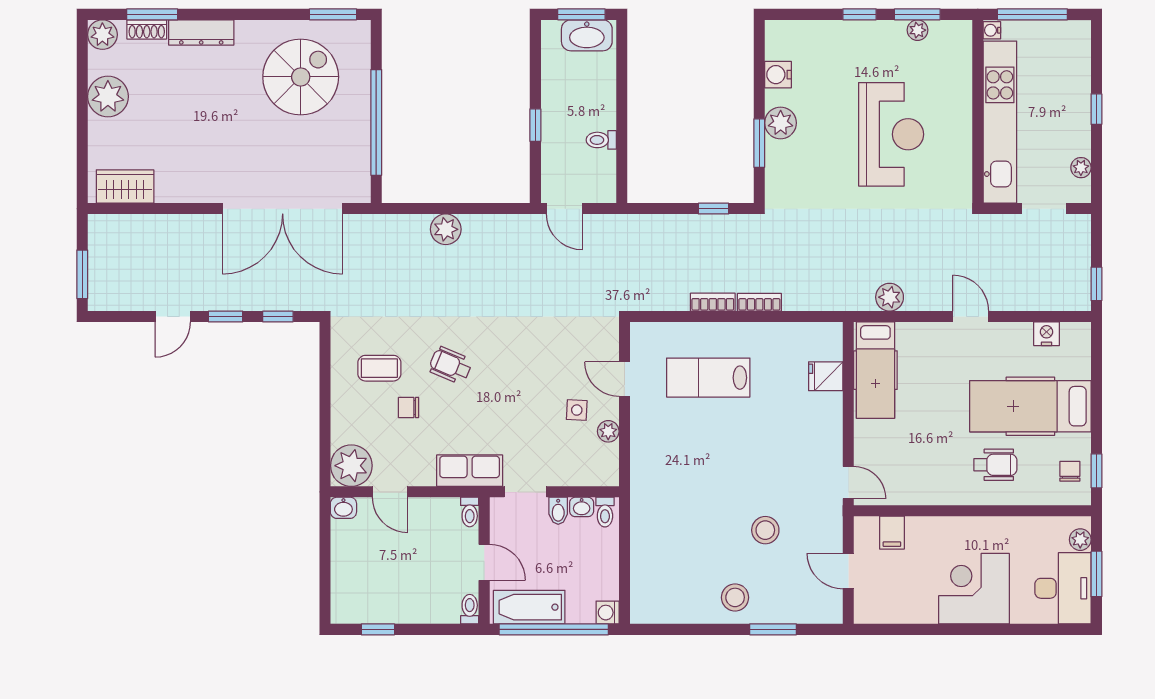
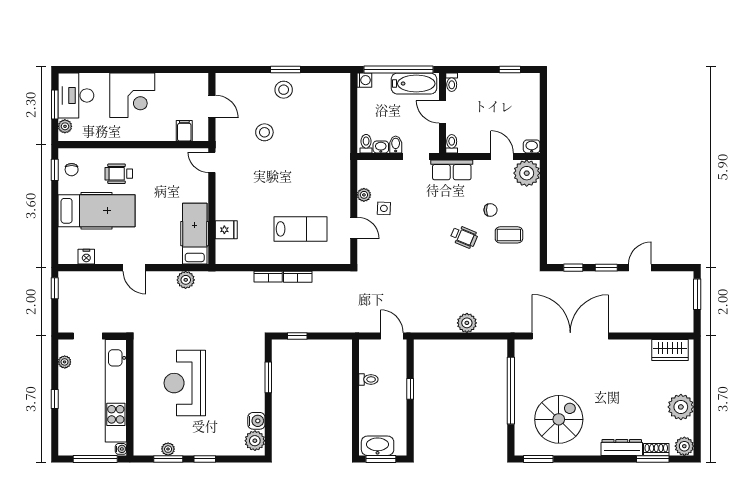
spiral stairs: (301, 77) -> (559, 419), turned 180
plant: (781, 123) -> (255, 441), moved
window: (773, 629) -> (286, 69), moved

